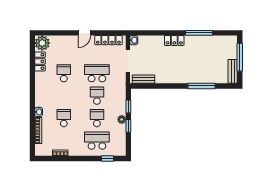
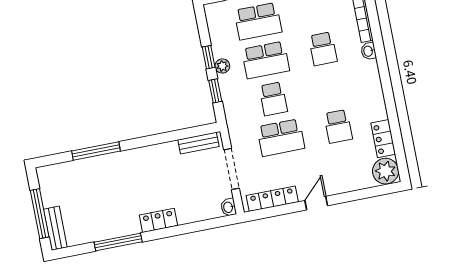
bench: (233, 71) -> (55, 228), moved
school desk: (97, 118) -> (266, 60), width x1.85

